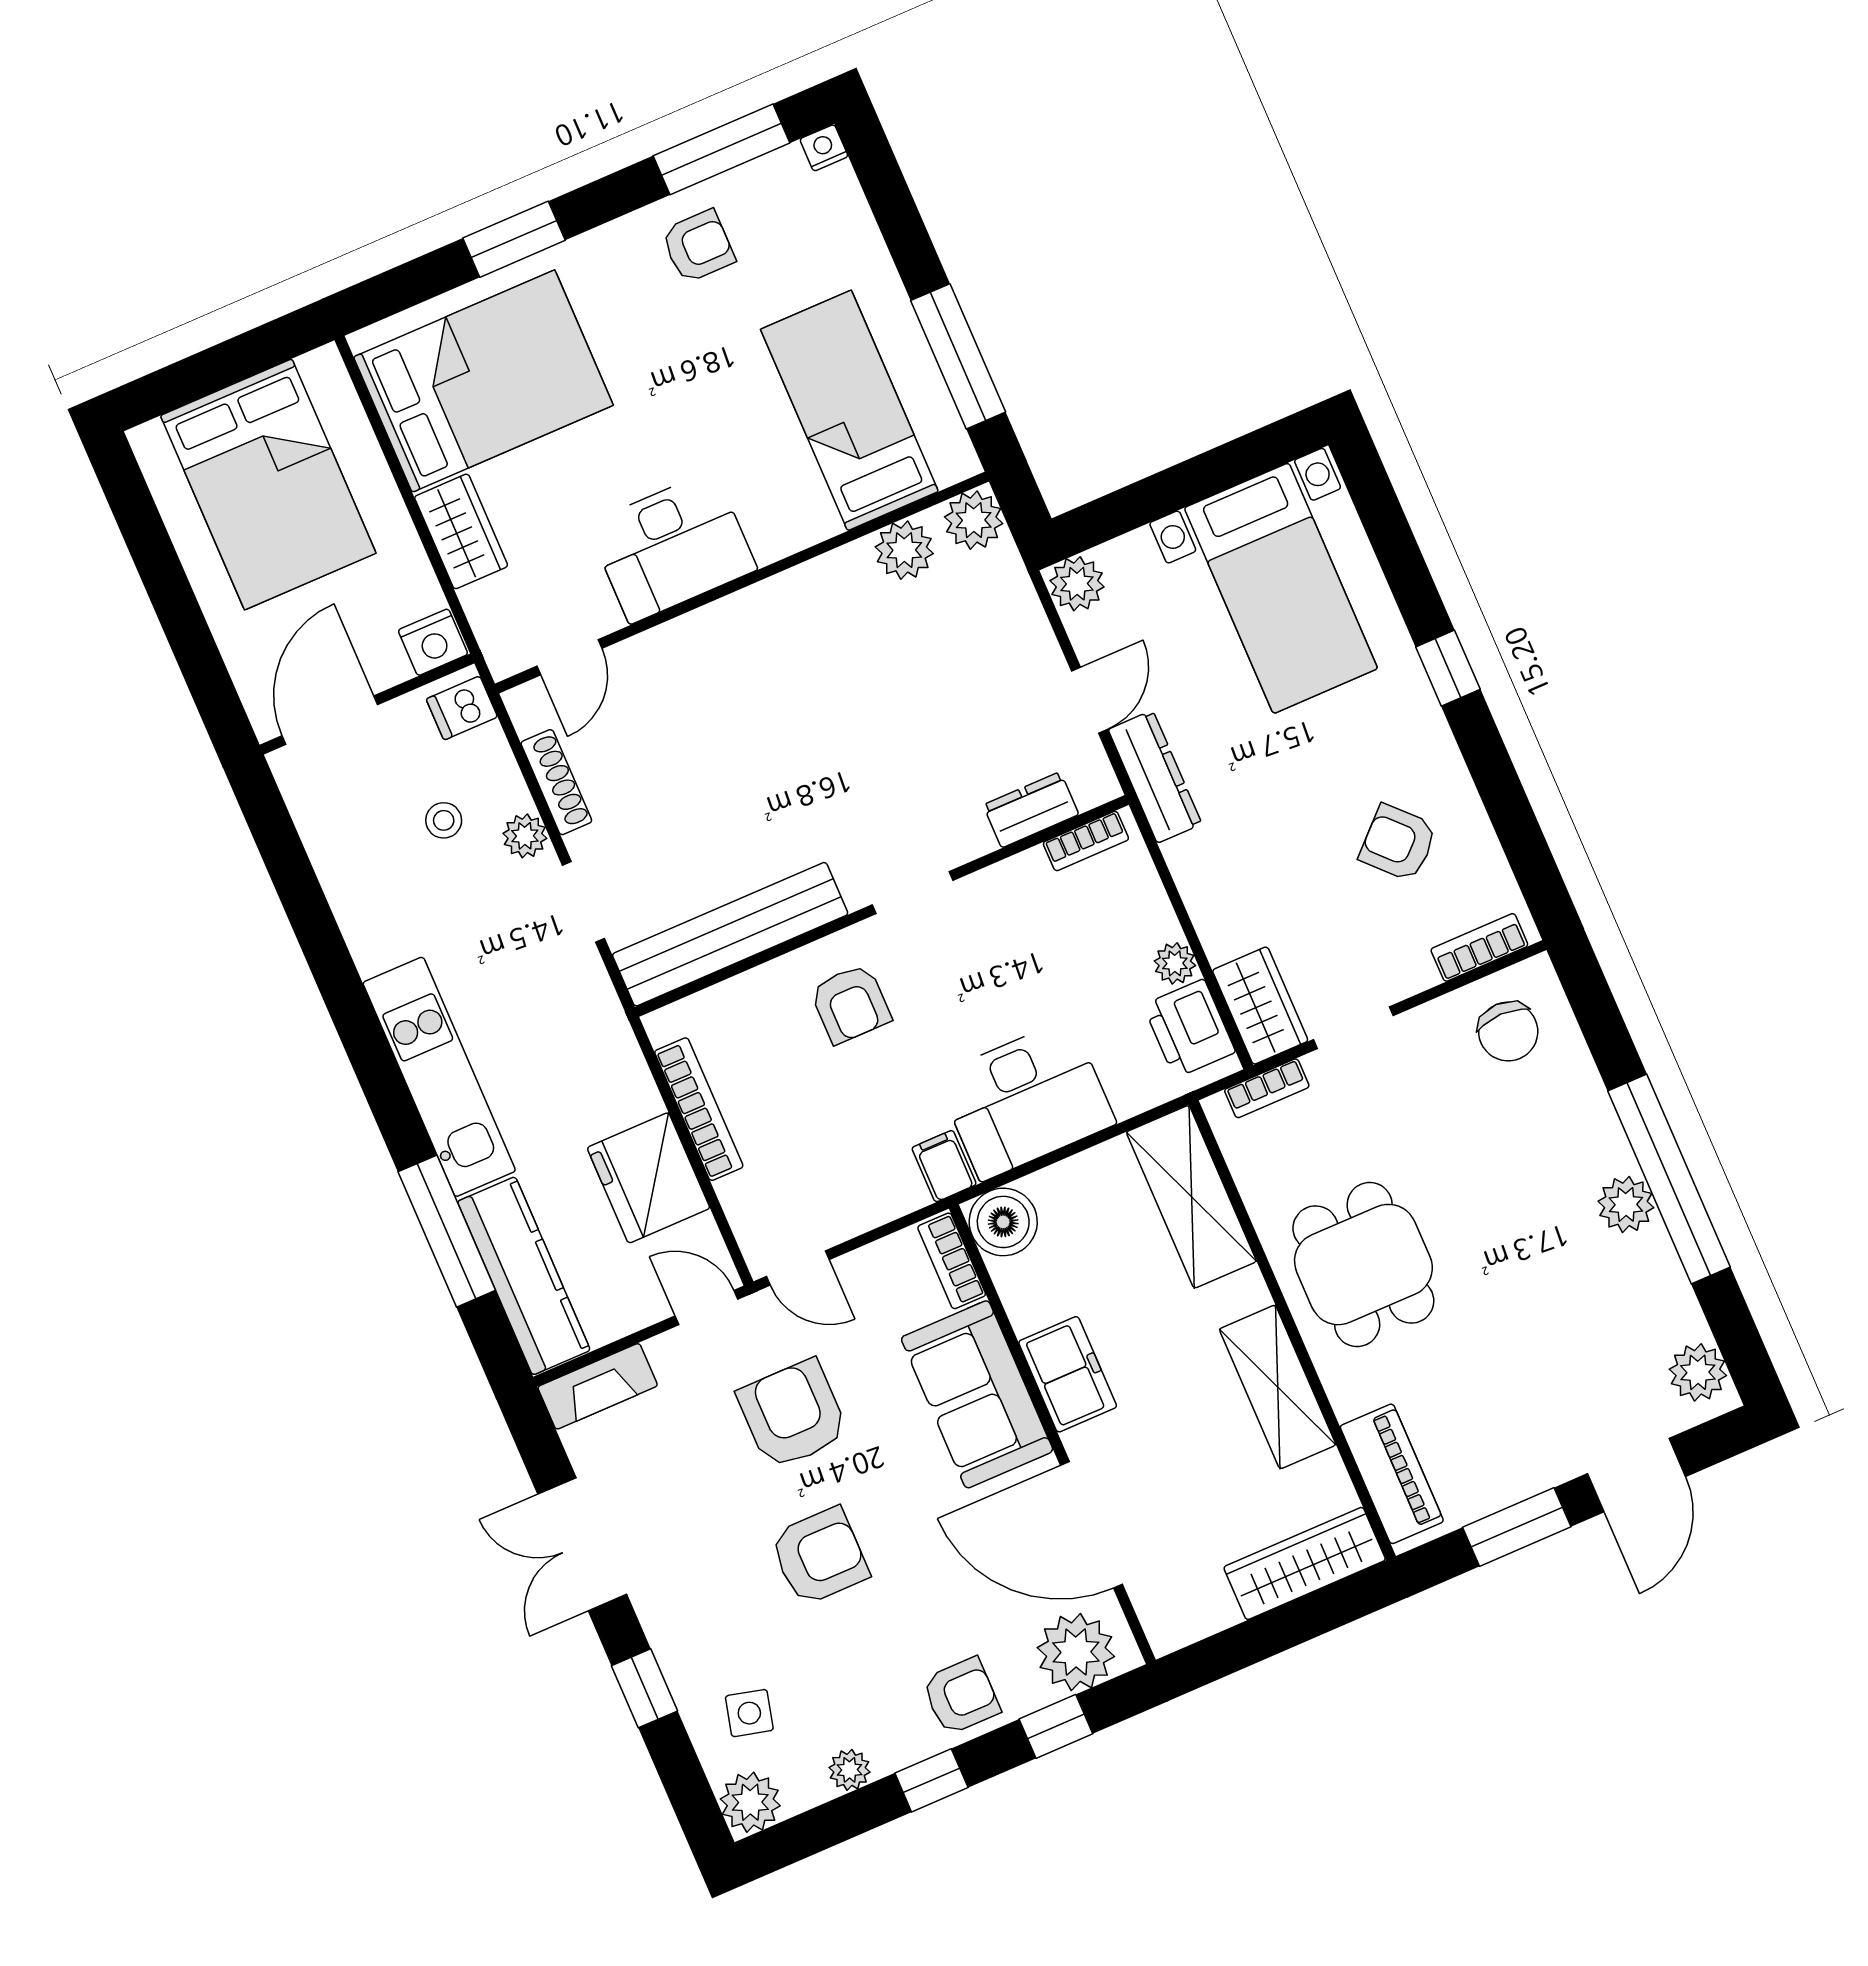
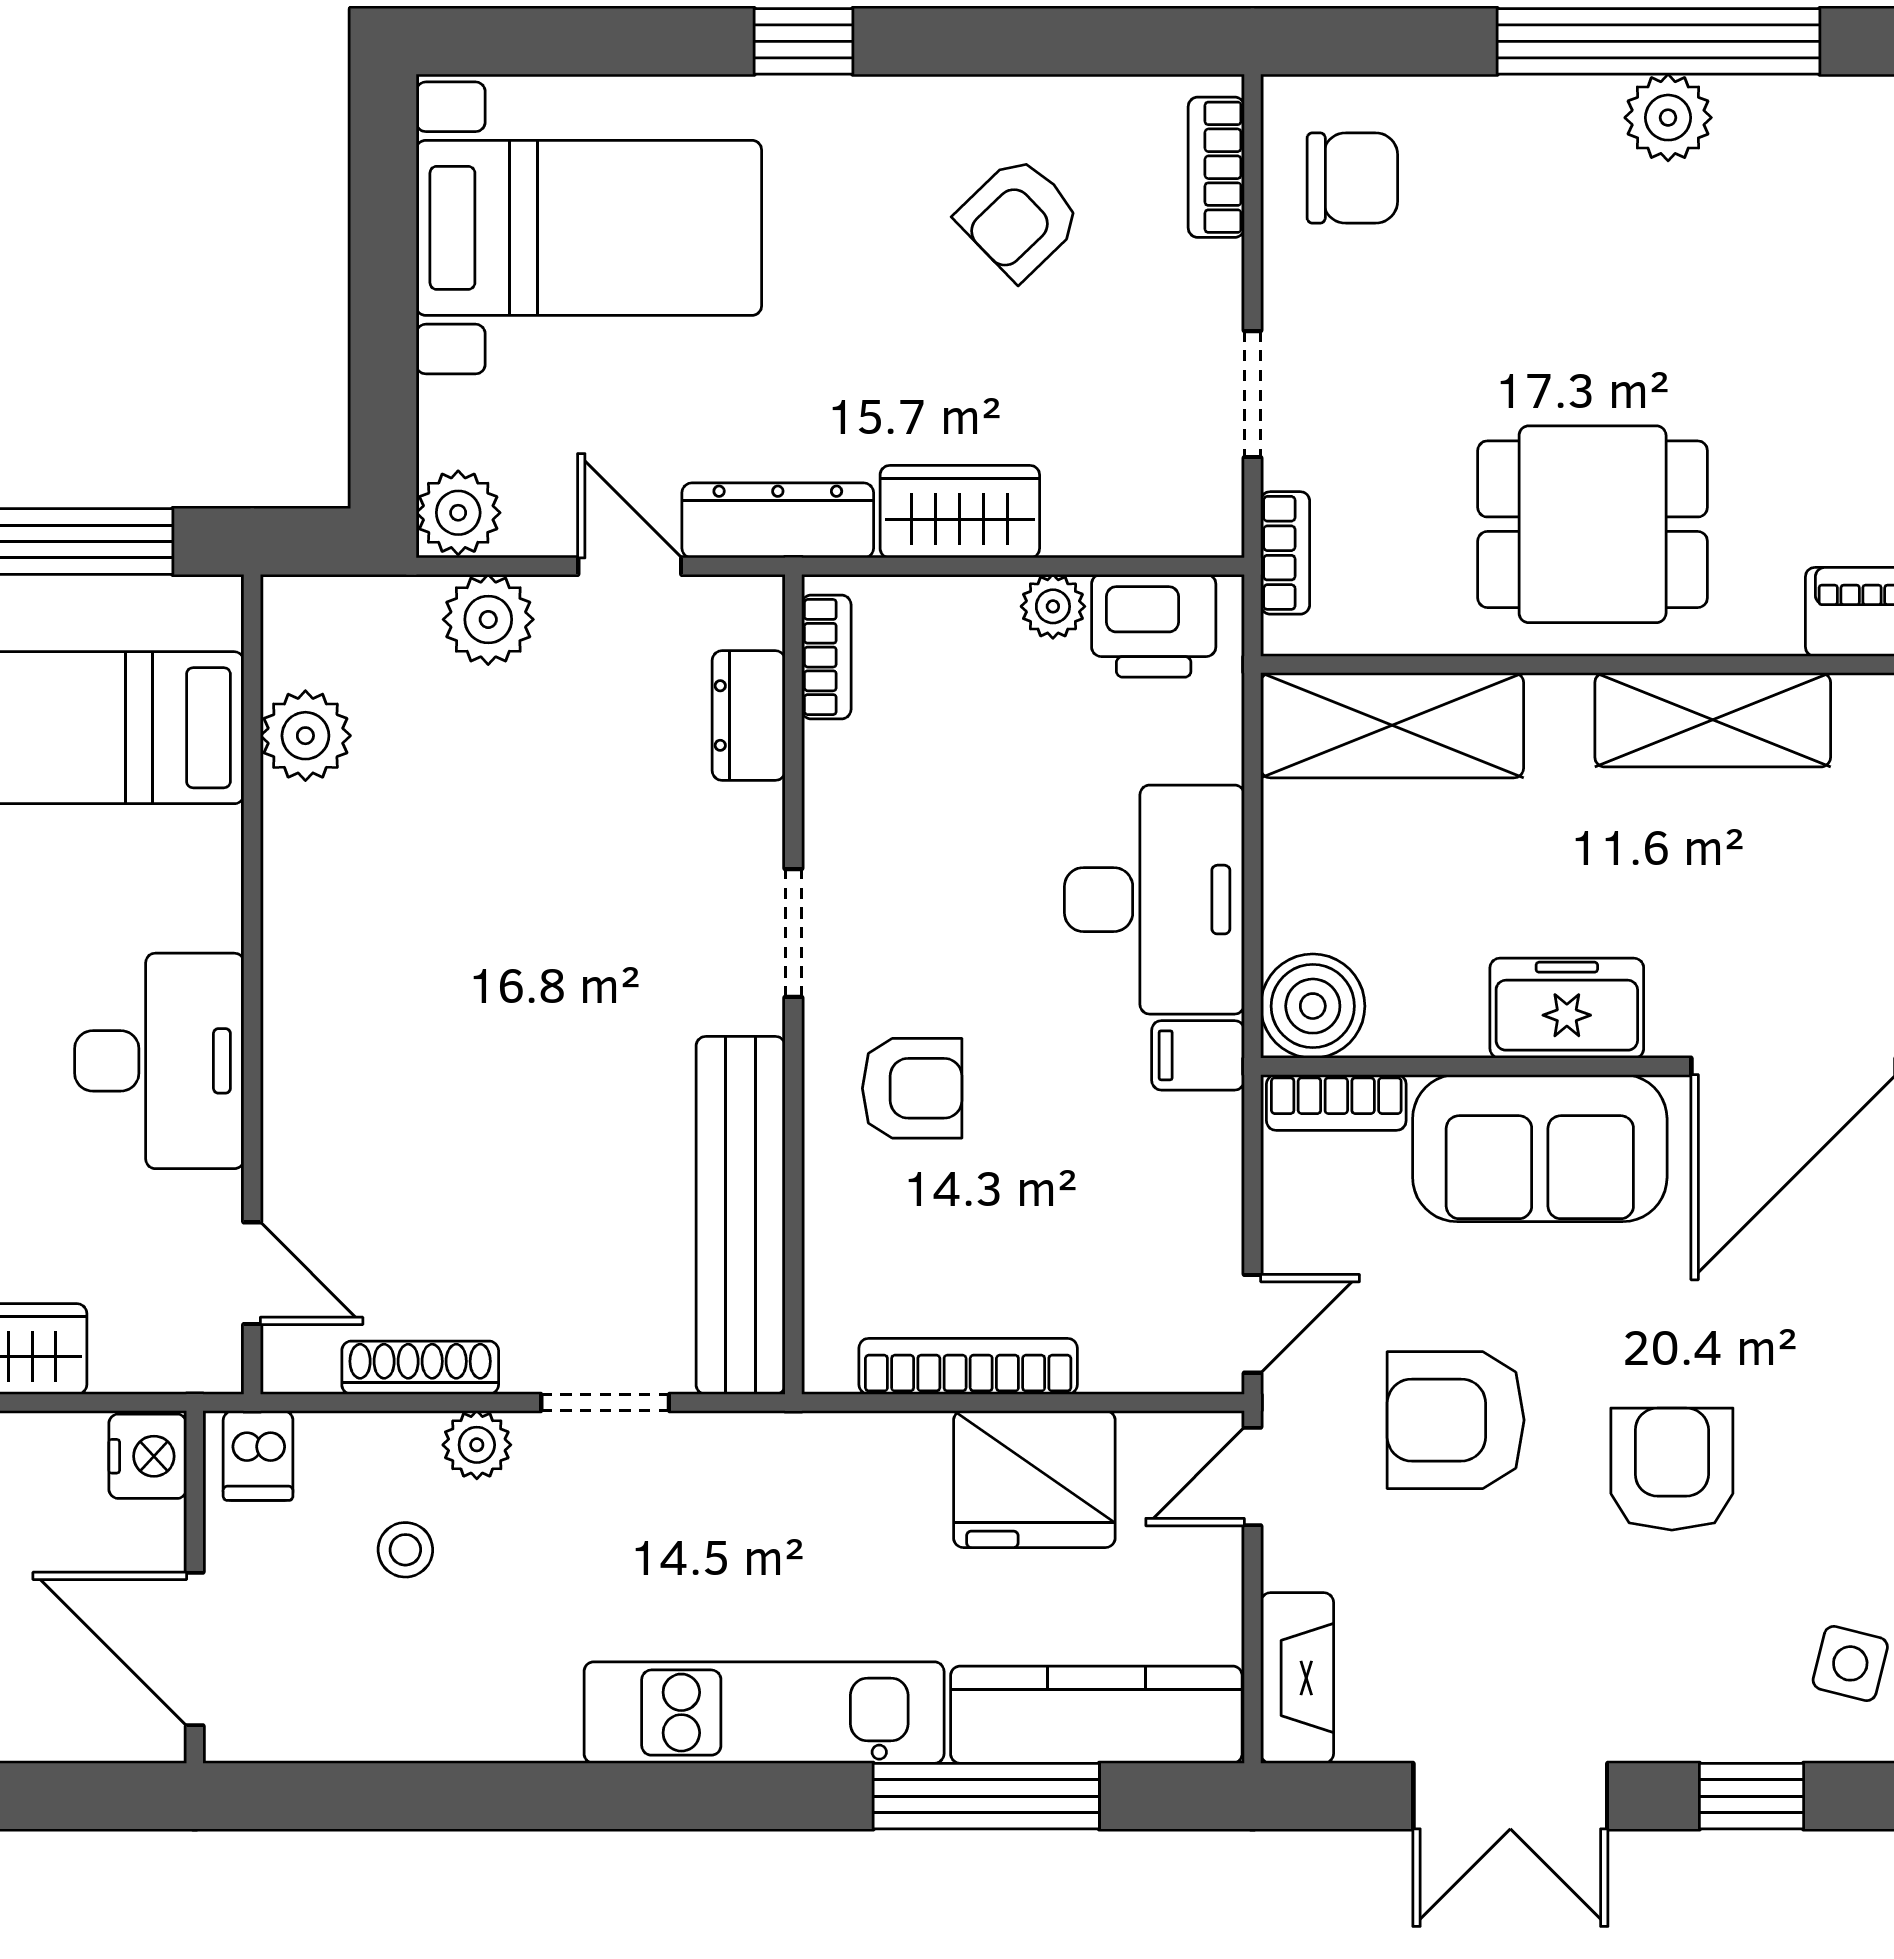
plant: (974, 520) -> (488, 619), moved
wardrobe: (1260, 1006) -> (960, 512), moved

